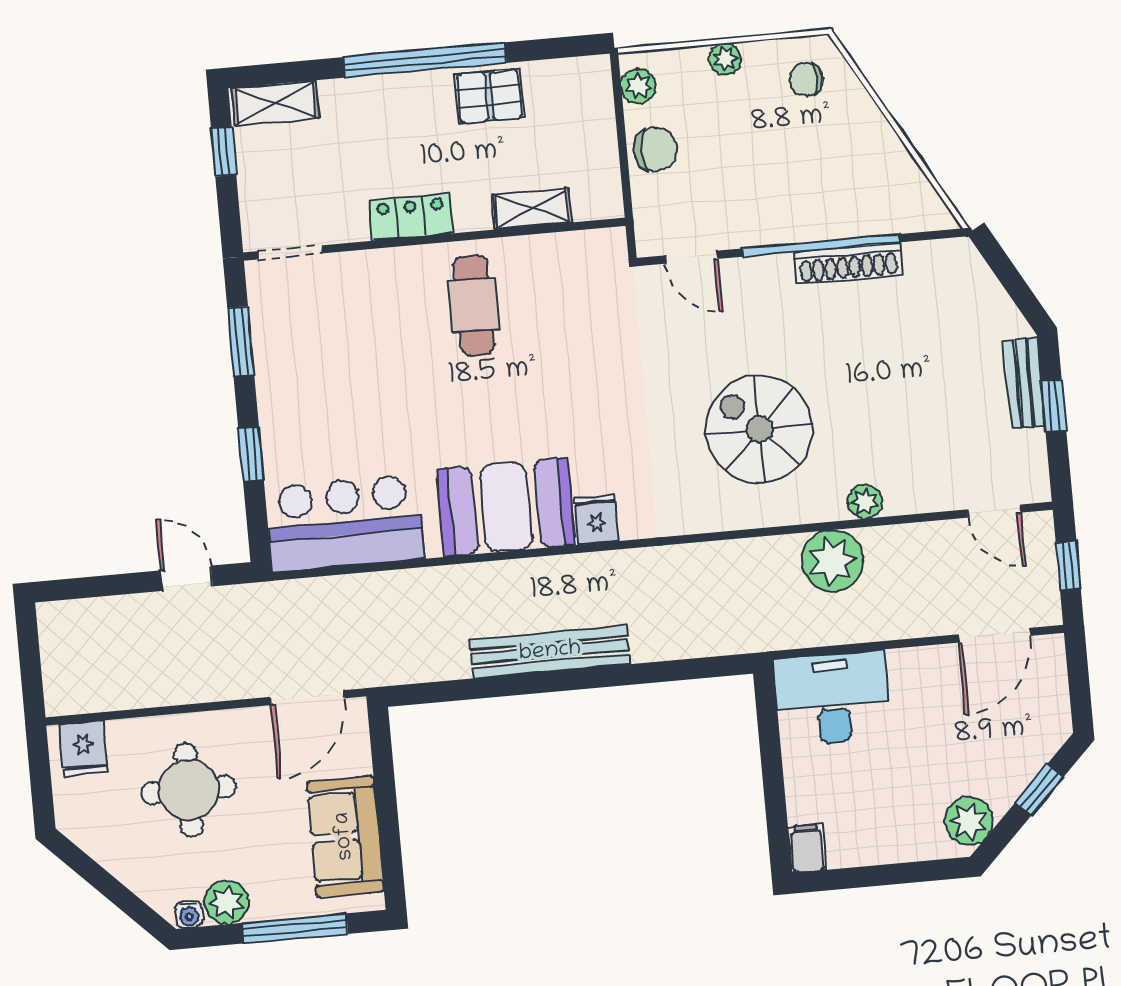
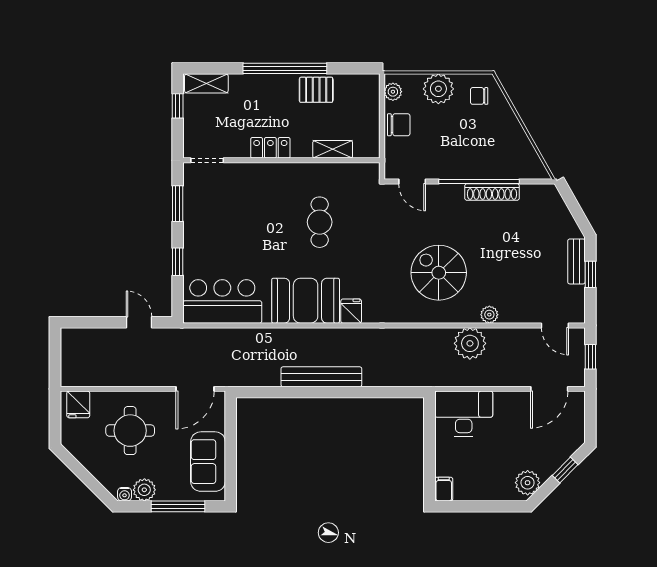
plant: (725, 59) -> (438, 89), width x1.88, depth x1.88
cafe table: (474, 305) -> (320, 222), moved

